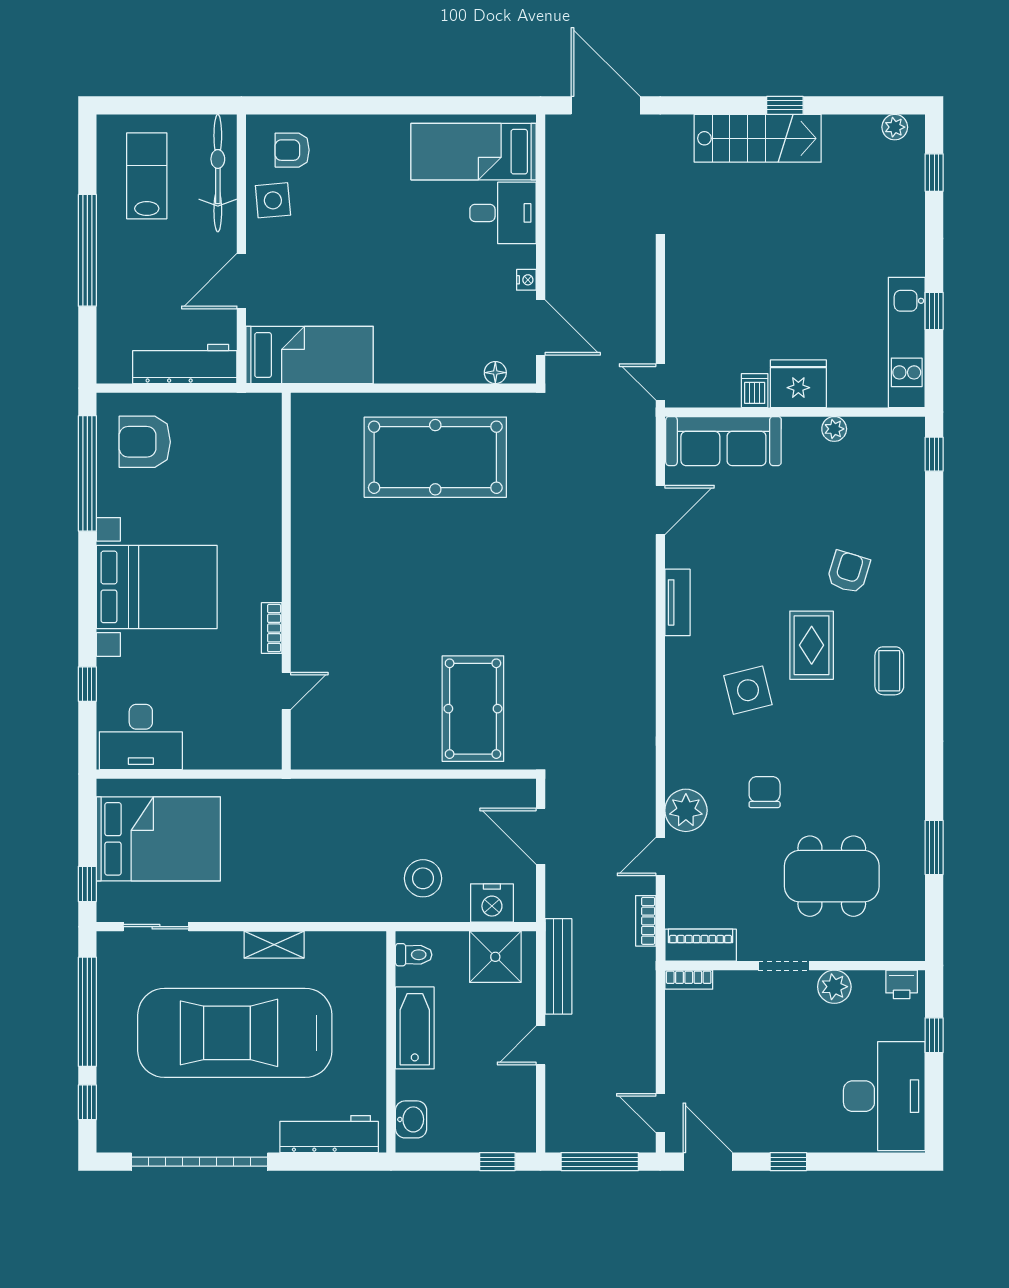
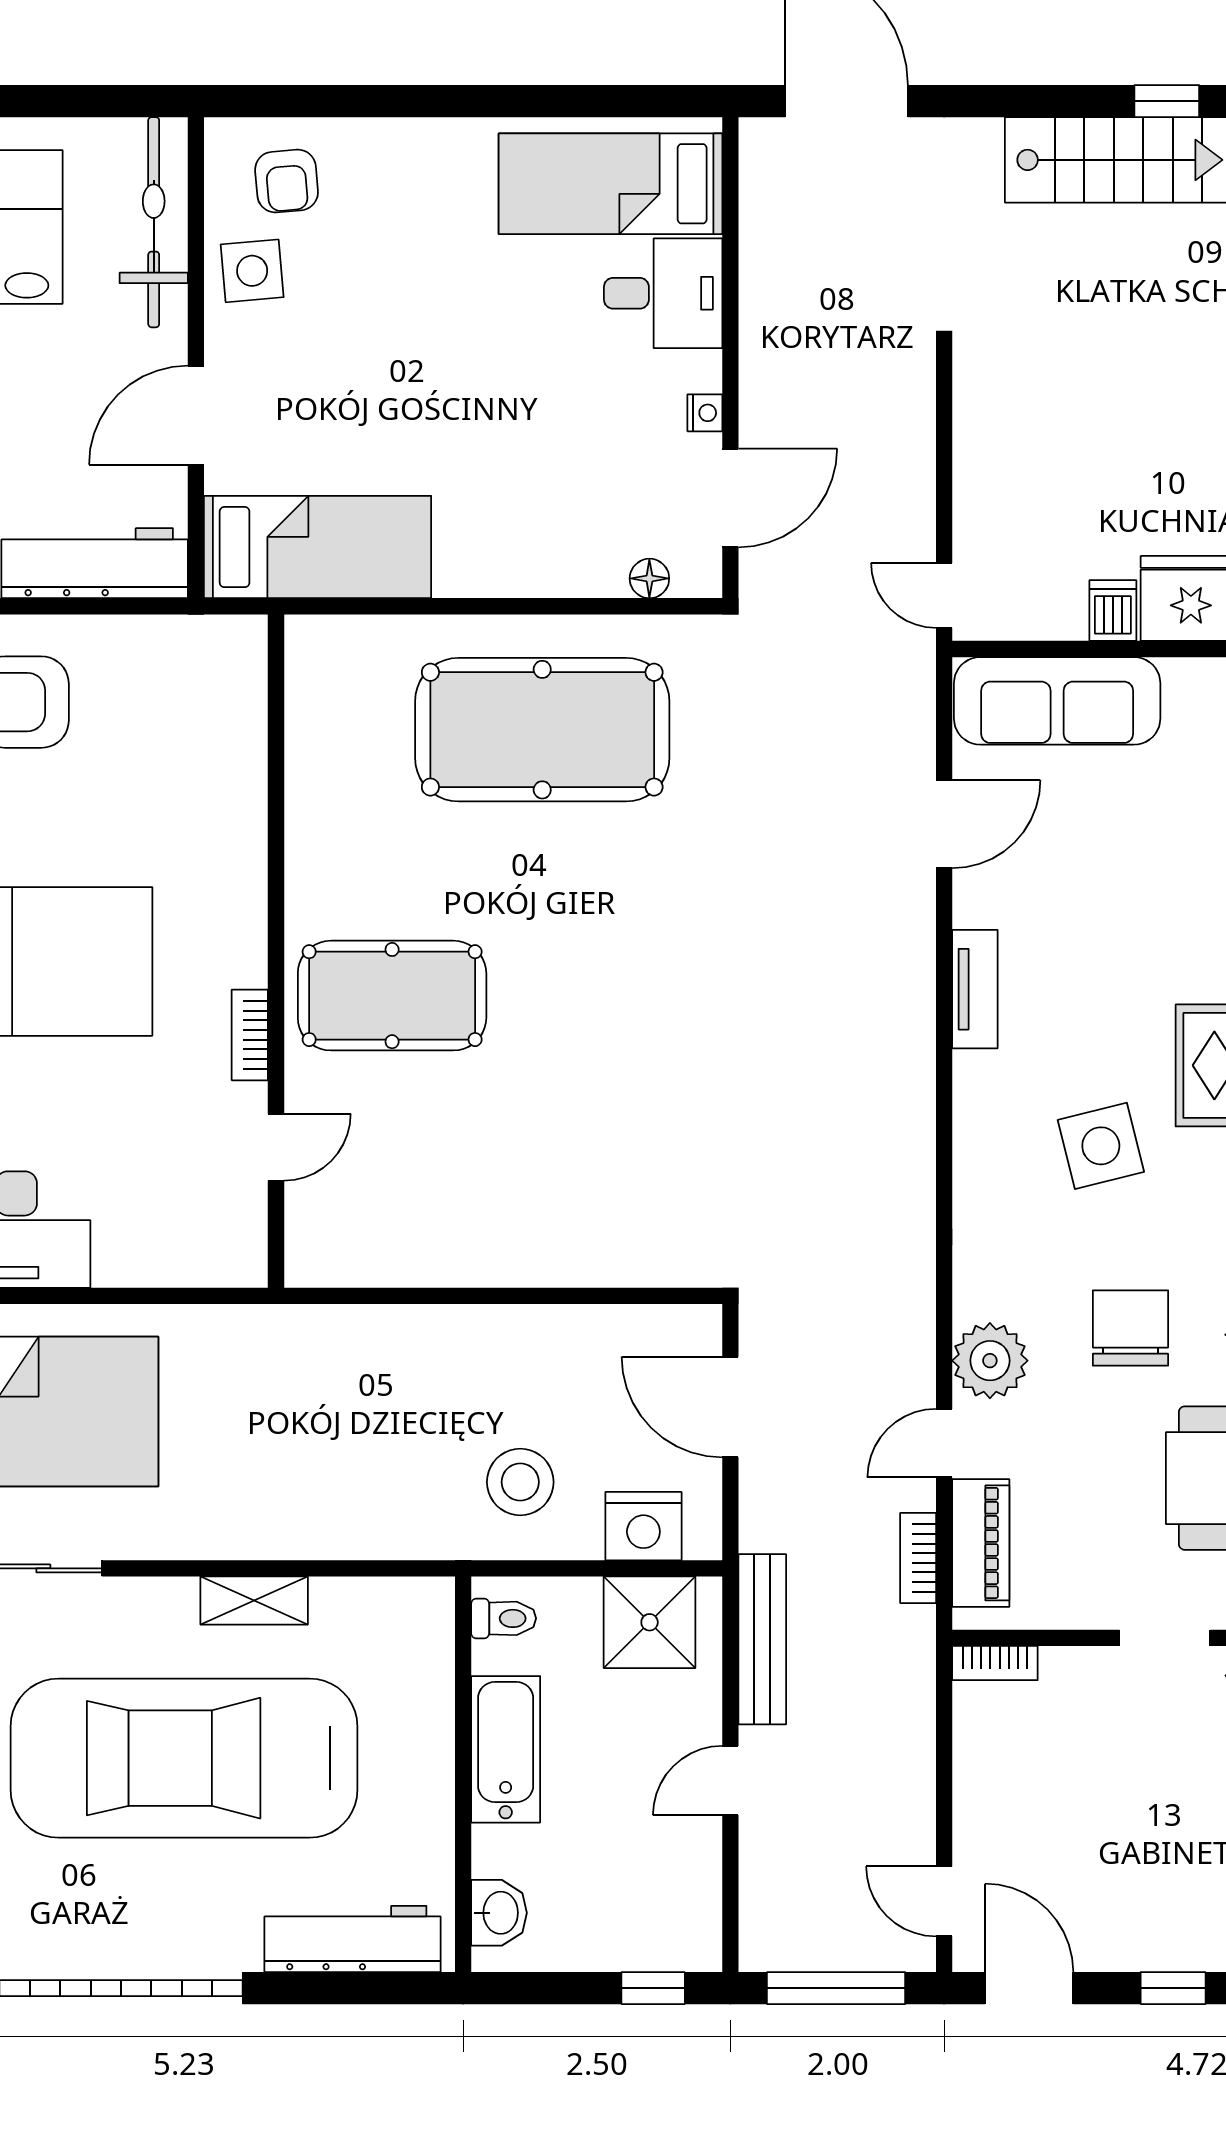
armchair: (292, 150) -> (287, 181), turned -95
door: (541, 328) -> (730, 498), hinge flipped
pool table: (473, 709) -> (392, 996), moved, turned 90
chair: (765, 792) -> (1130, 1328), width x1.37, depth x1.37
piano: (701, 945) -> (981, 1543), moved, turned 90

